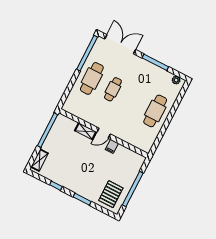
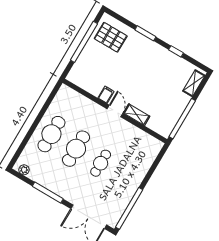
cafe table: (92, 78) -> (76, 149), moved
door: (104, 133) -> (115, 111), hinge flipped
pallet: (111, 194) -> (111, 37), turned 90

